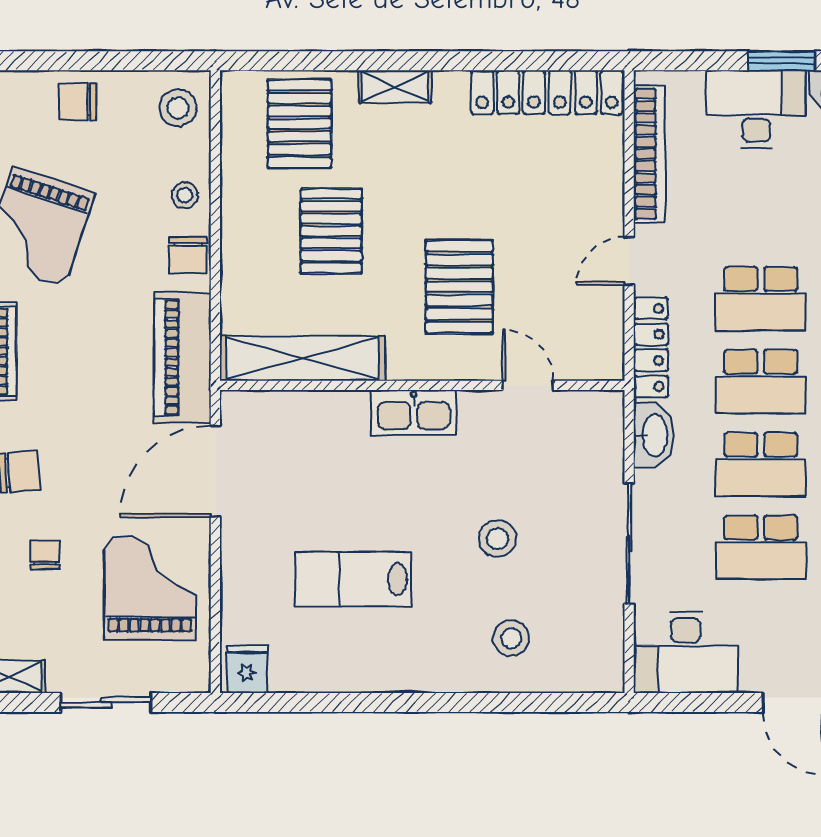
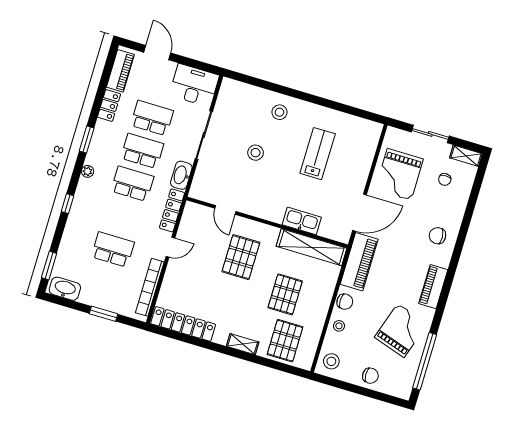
window: (782, 61) -> (103, 314), moved
desk: (756, 109) -> (102, 292), removed
chair: (188, 255) -> (345, 302), turned 90
school desk: (761, 299) -> (113, 250), moved
kitchen sink: (414, 412) -> (302, 221), moved
chair: (45, 555) -> (445, 179), moved
lab bench: (353, 579) -> (318, 154), turned -90
stool: (511, 638) -> (279, 112), moved
fridge: (247, 669) -> (370, 130), removed

